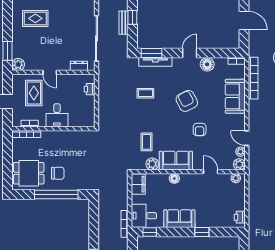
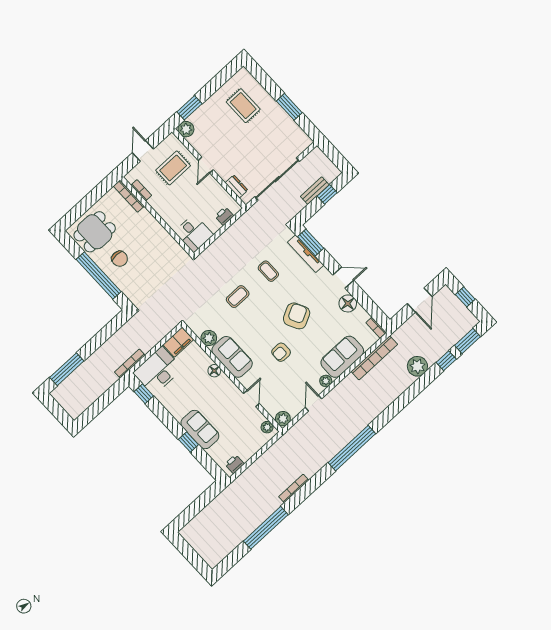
desk: (57, 115) -> (194, 233), moved, turned -90
coffee table: (147, 142) -> (238, 297), moved
plant: (240, 152) -> (326, 381), moved
dining table: (29, 173) -> (95, 232), turned 90
desk: (144, 216) -> (158, 371), width x1.37
sofa: (179, 219) -> (200, 429), moved

